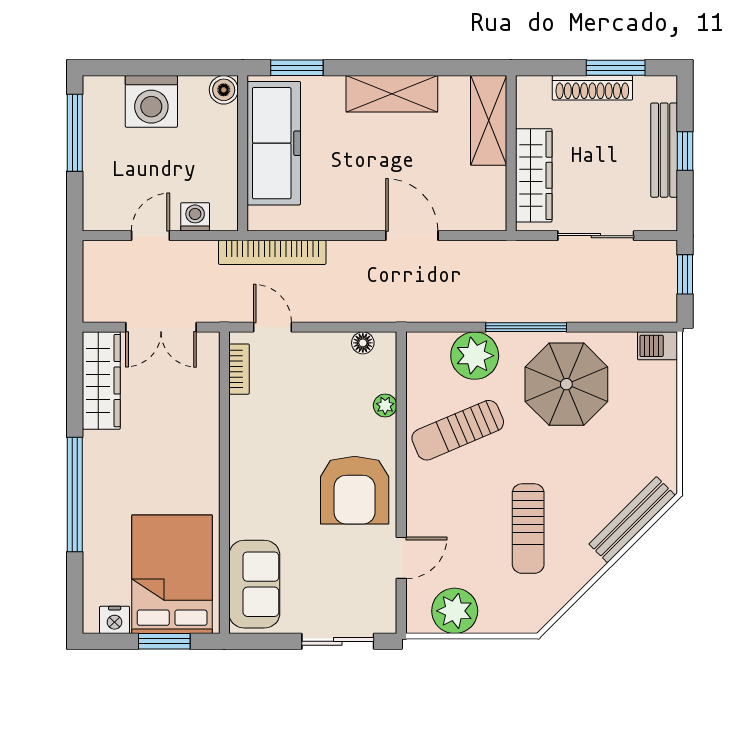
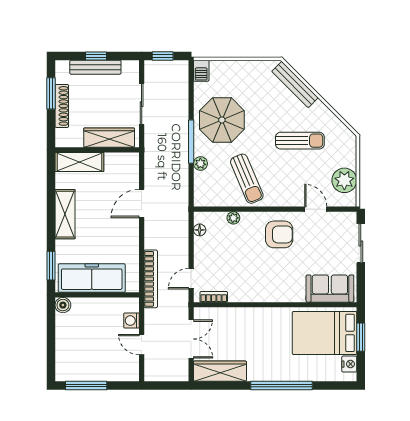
washing machine: (151, 101) -> (69, 344), removed
plant: (475, 356) -> (200, 163), width x0.53, depth x0.53
armchair: (355, 490) -> (279, 234), width x0.73, depth x0.73

